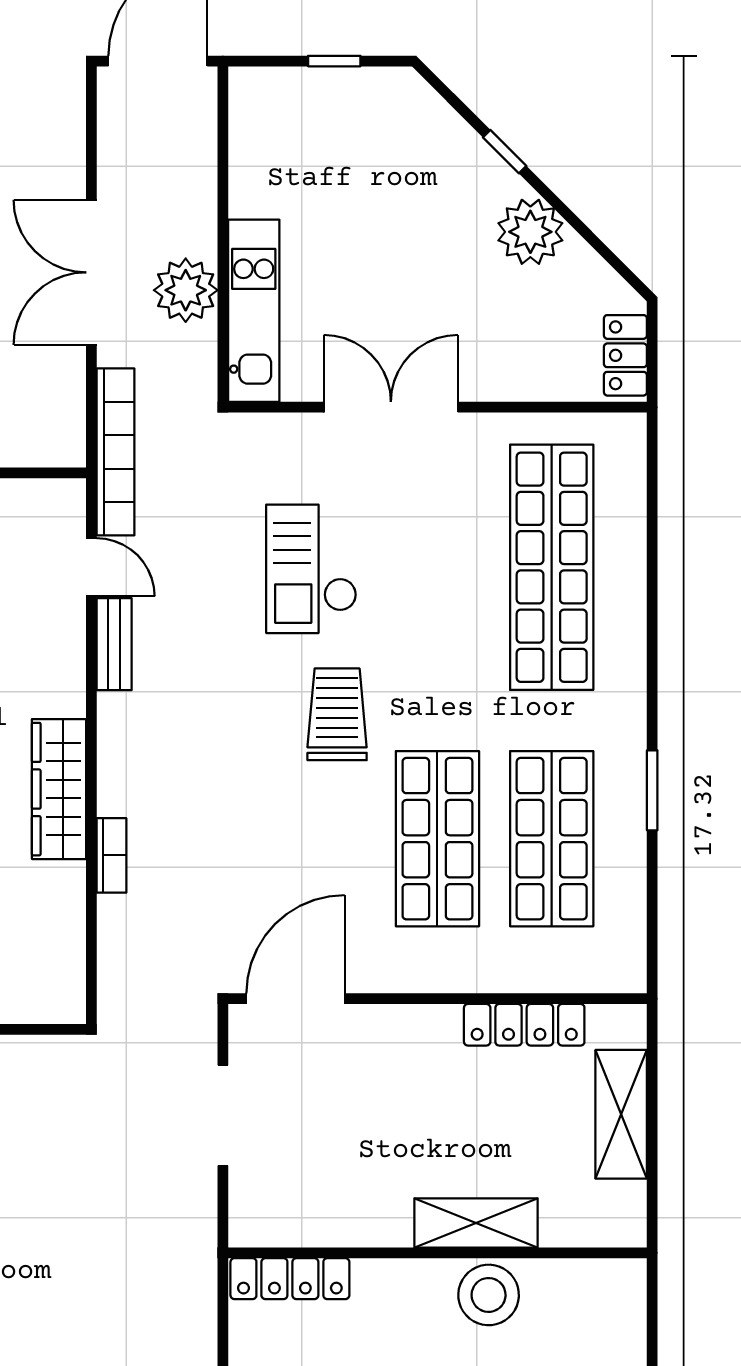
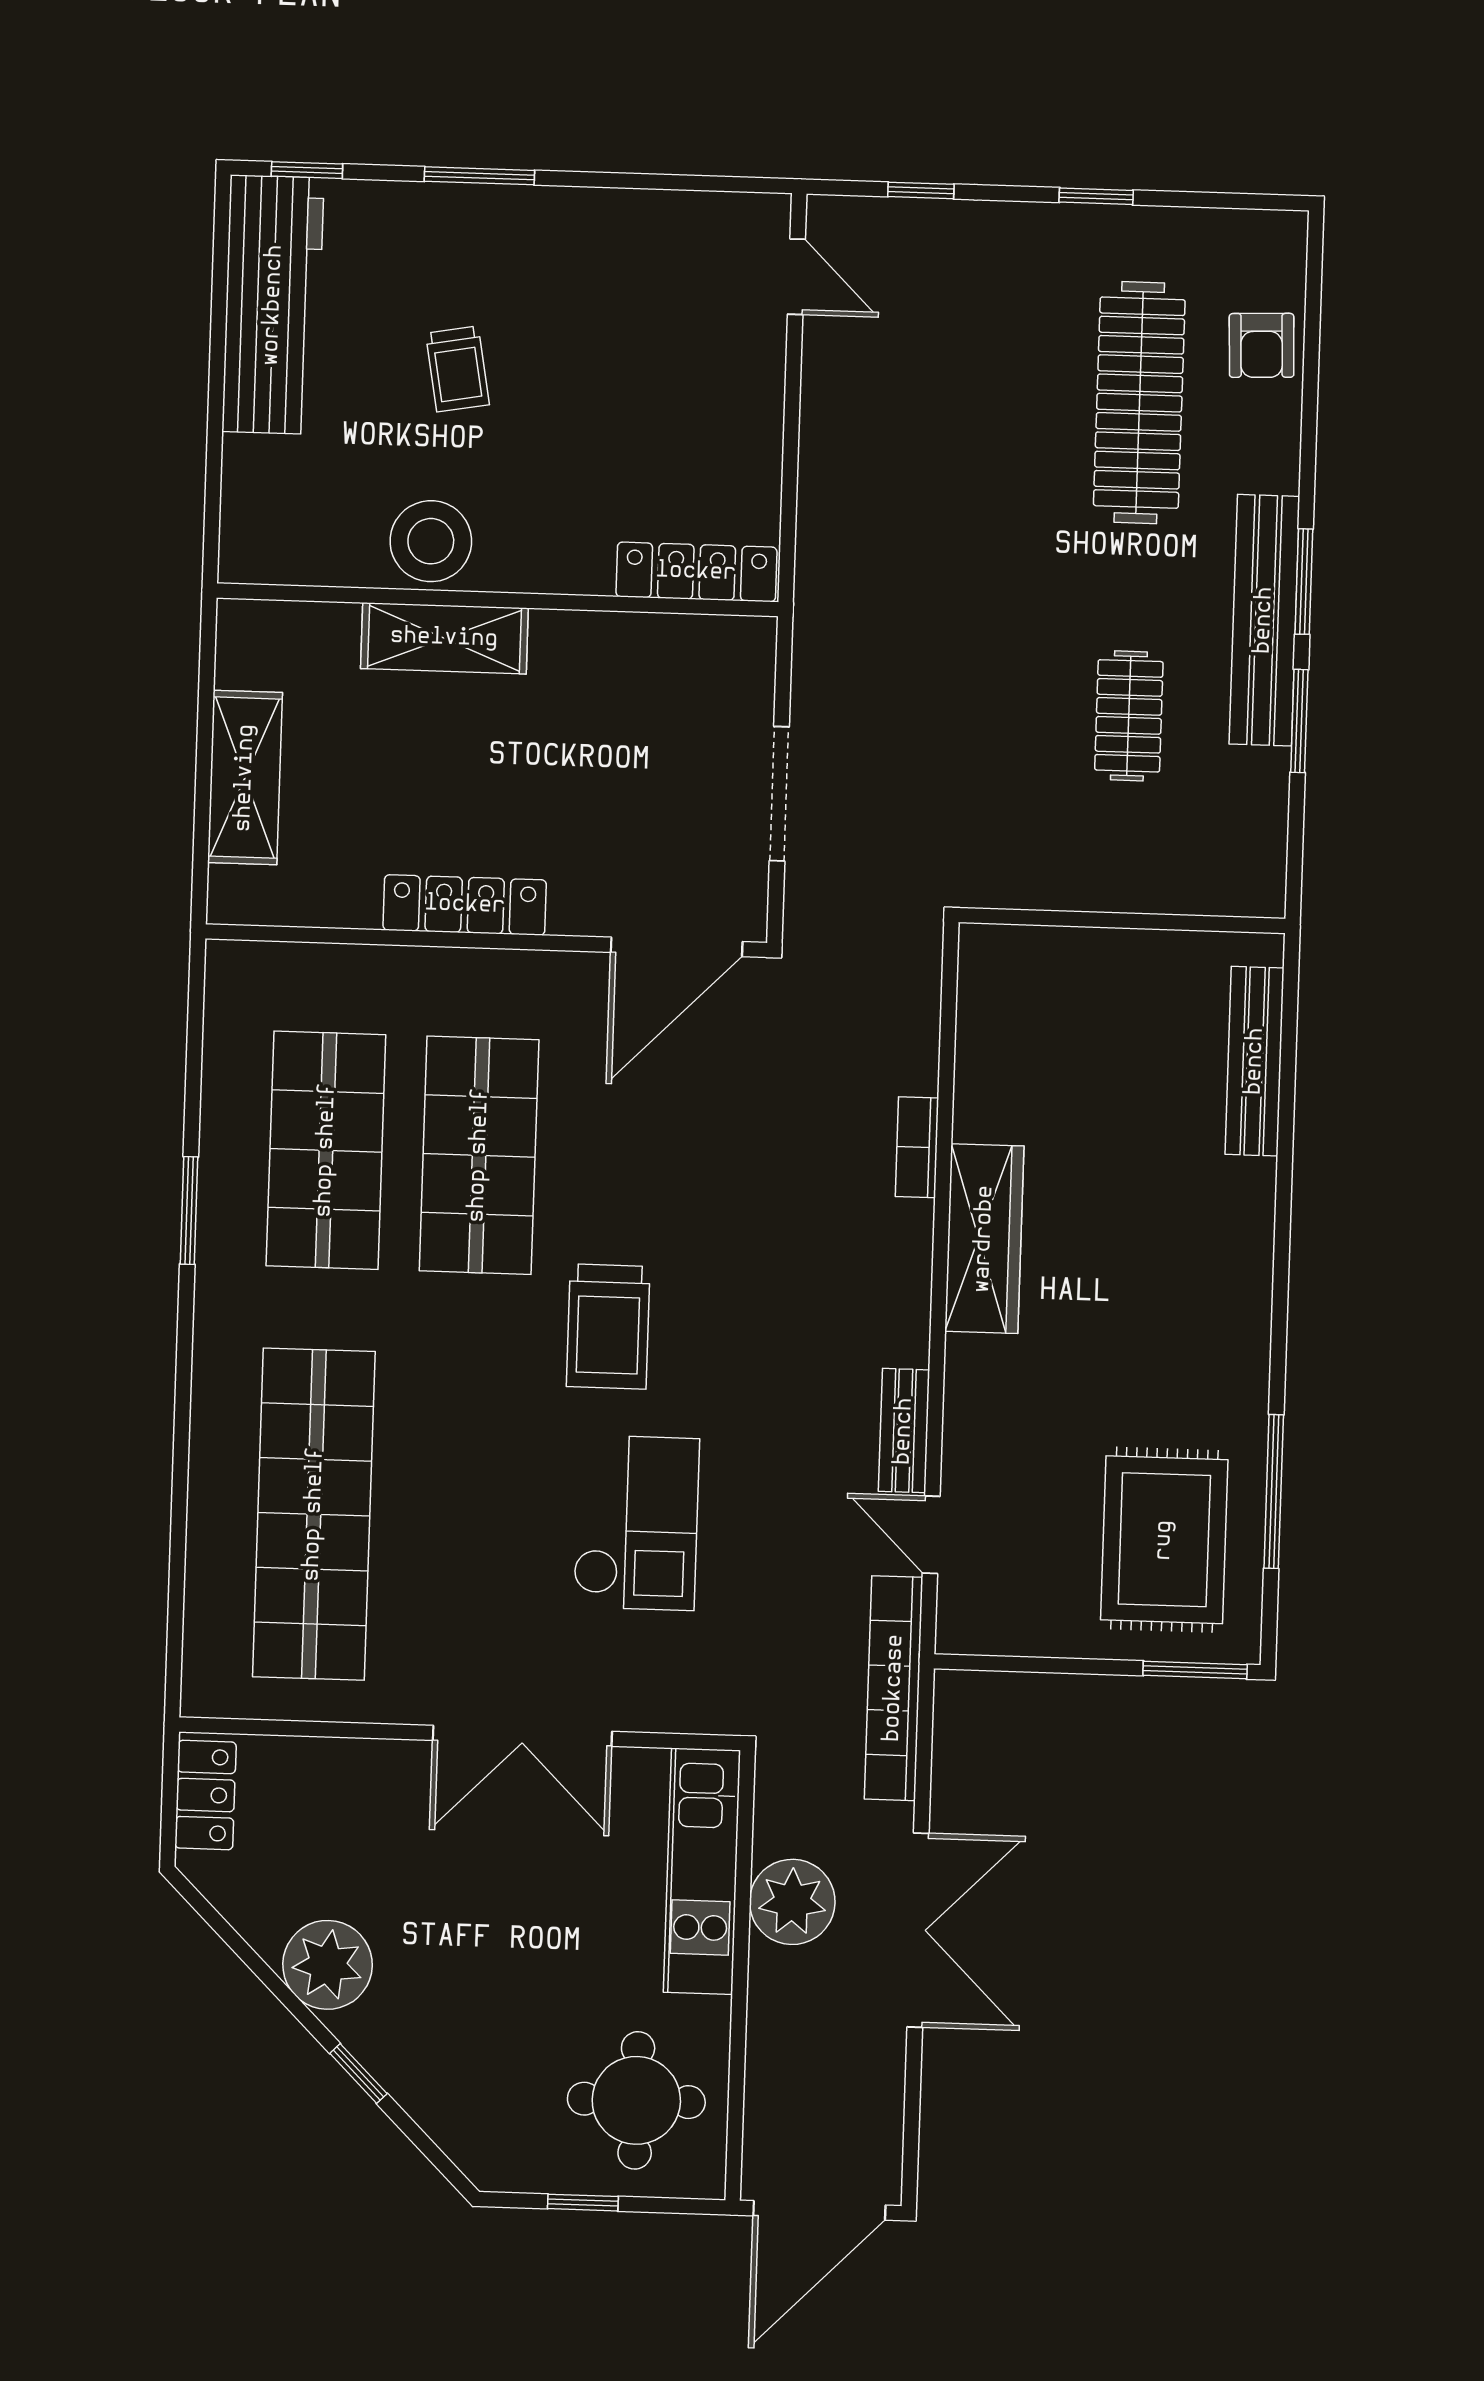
round table: (297, 138) -> (636, 2100), added
locker: (524, 1025) -> (465, 905), moved

